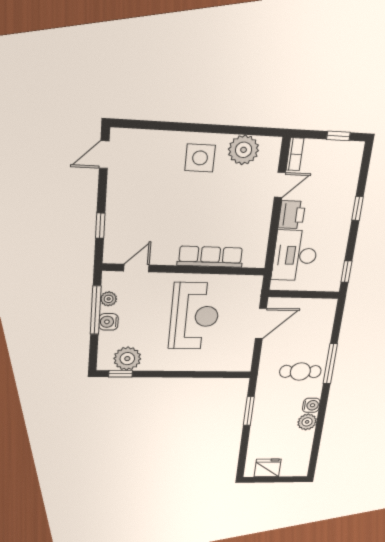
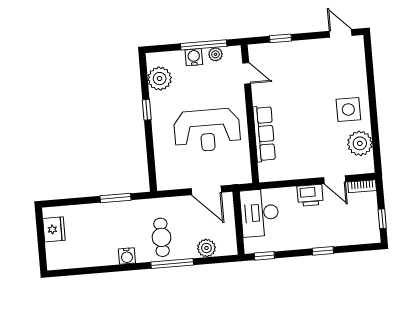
desk: (295, 256) -> (260, 213), moved, turned -90
window: (121, 374) -> (147, 110), moved
plant: (307, 422) -> (206, 248), moved

